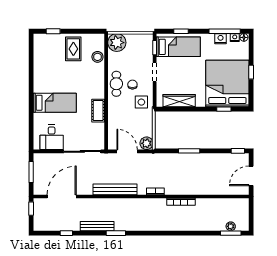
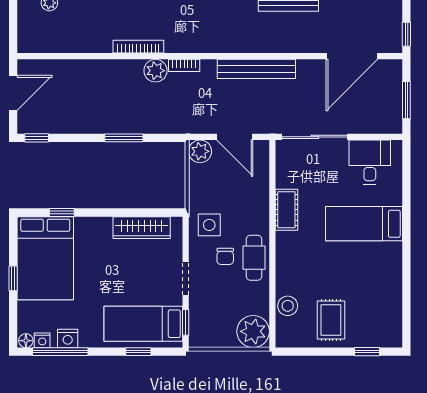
bed: (227, 84) -> (45, 258), width x0.73
plant: (171, 188) -> (155, 71), added

